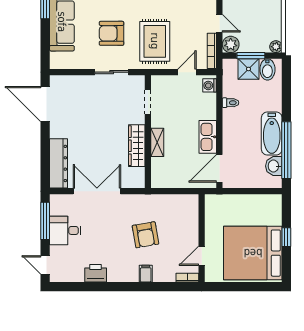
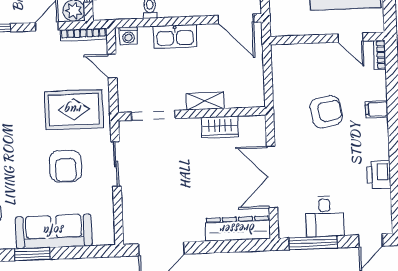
doorway: (148, 102) -> (153, 115), width x1.38
kitchen sink: (208, 137) -> (175, 36), moved
wardrobe: (137, 146) -> (220, 127), width x0.67

